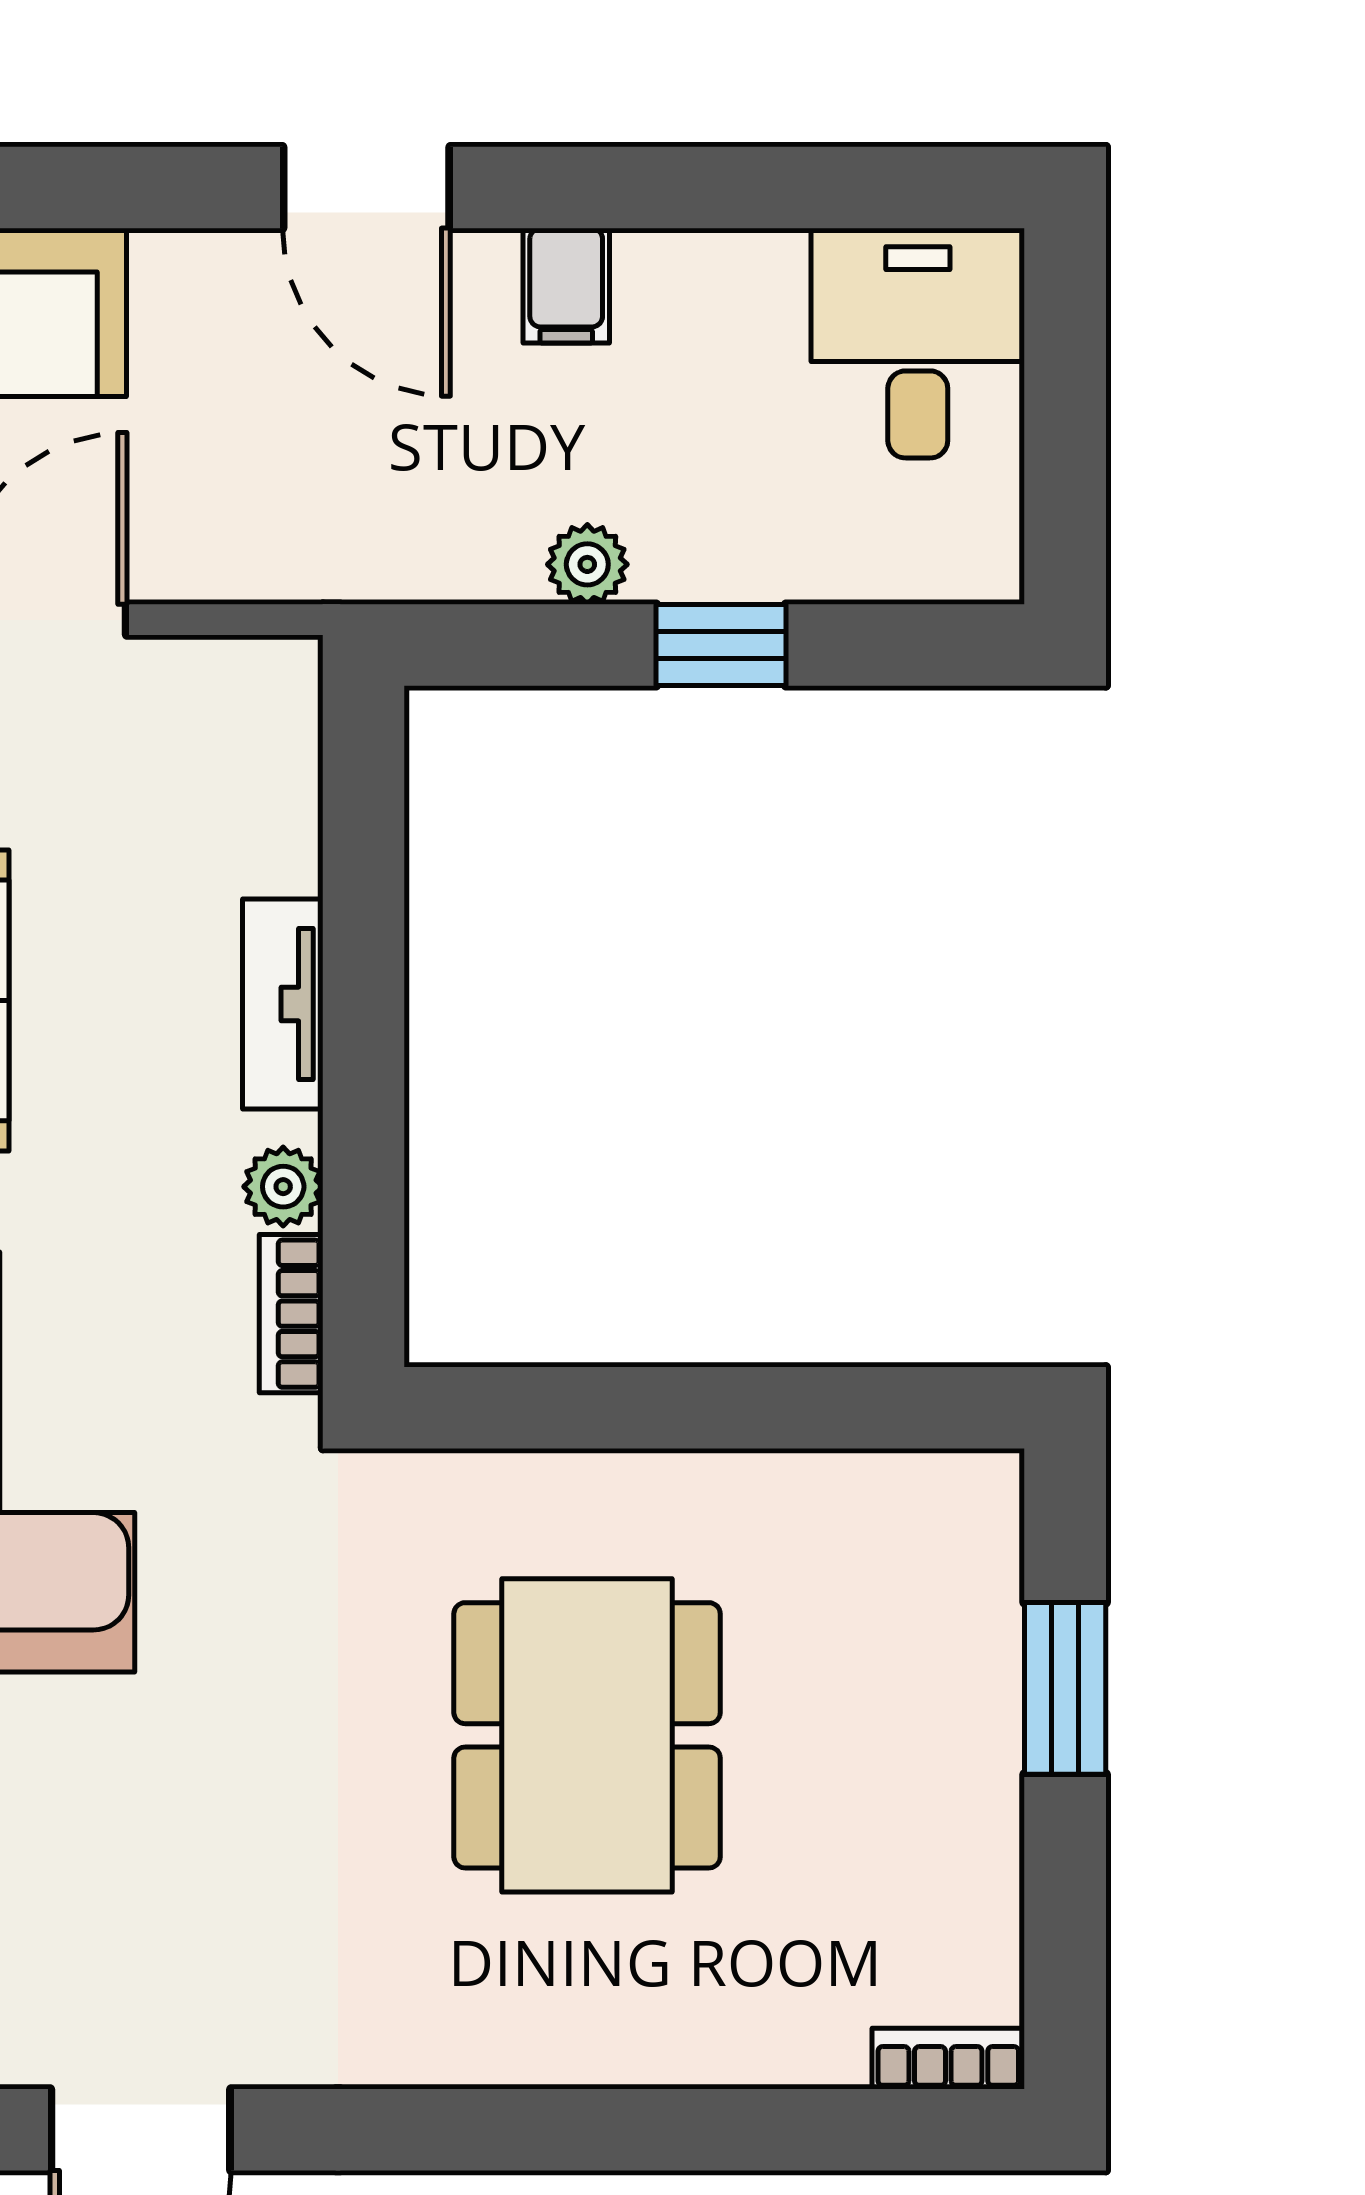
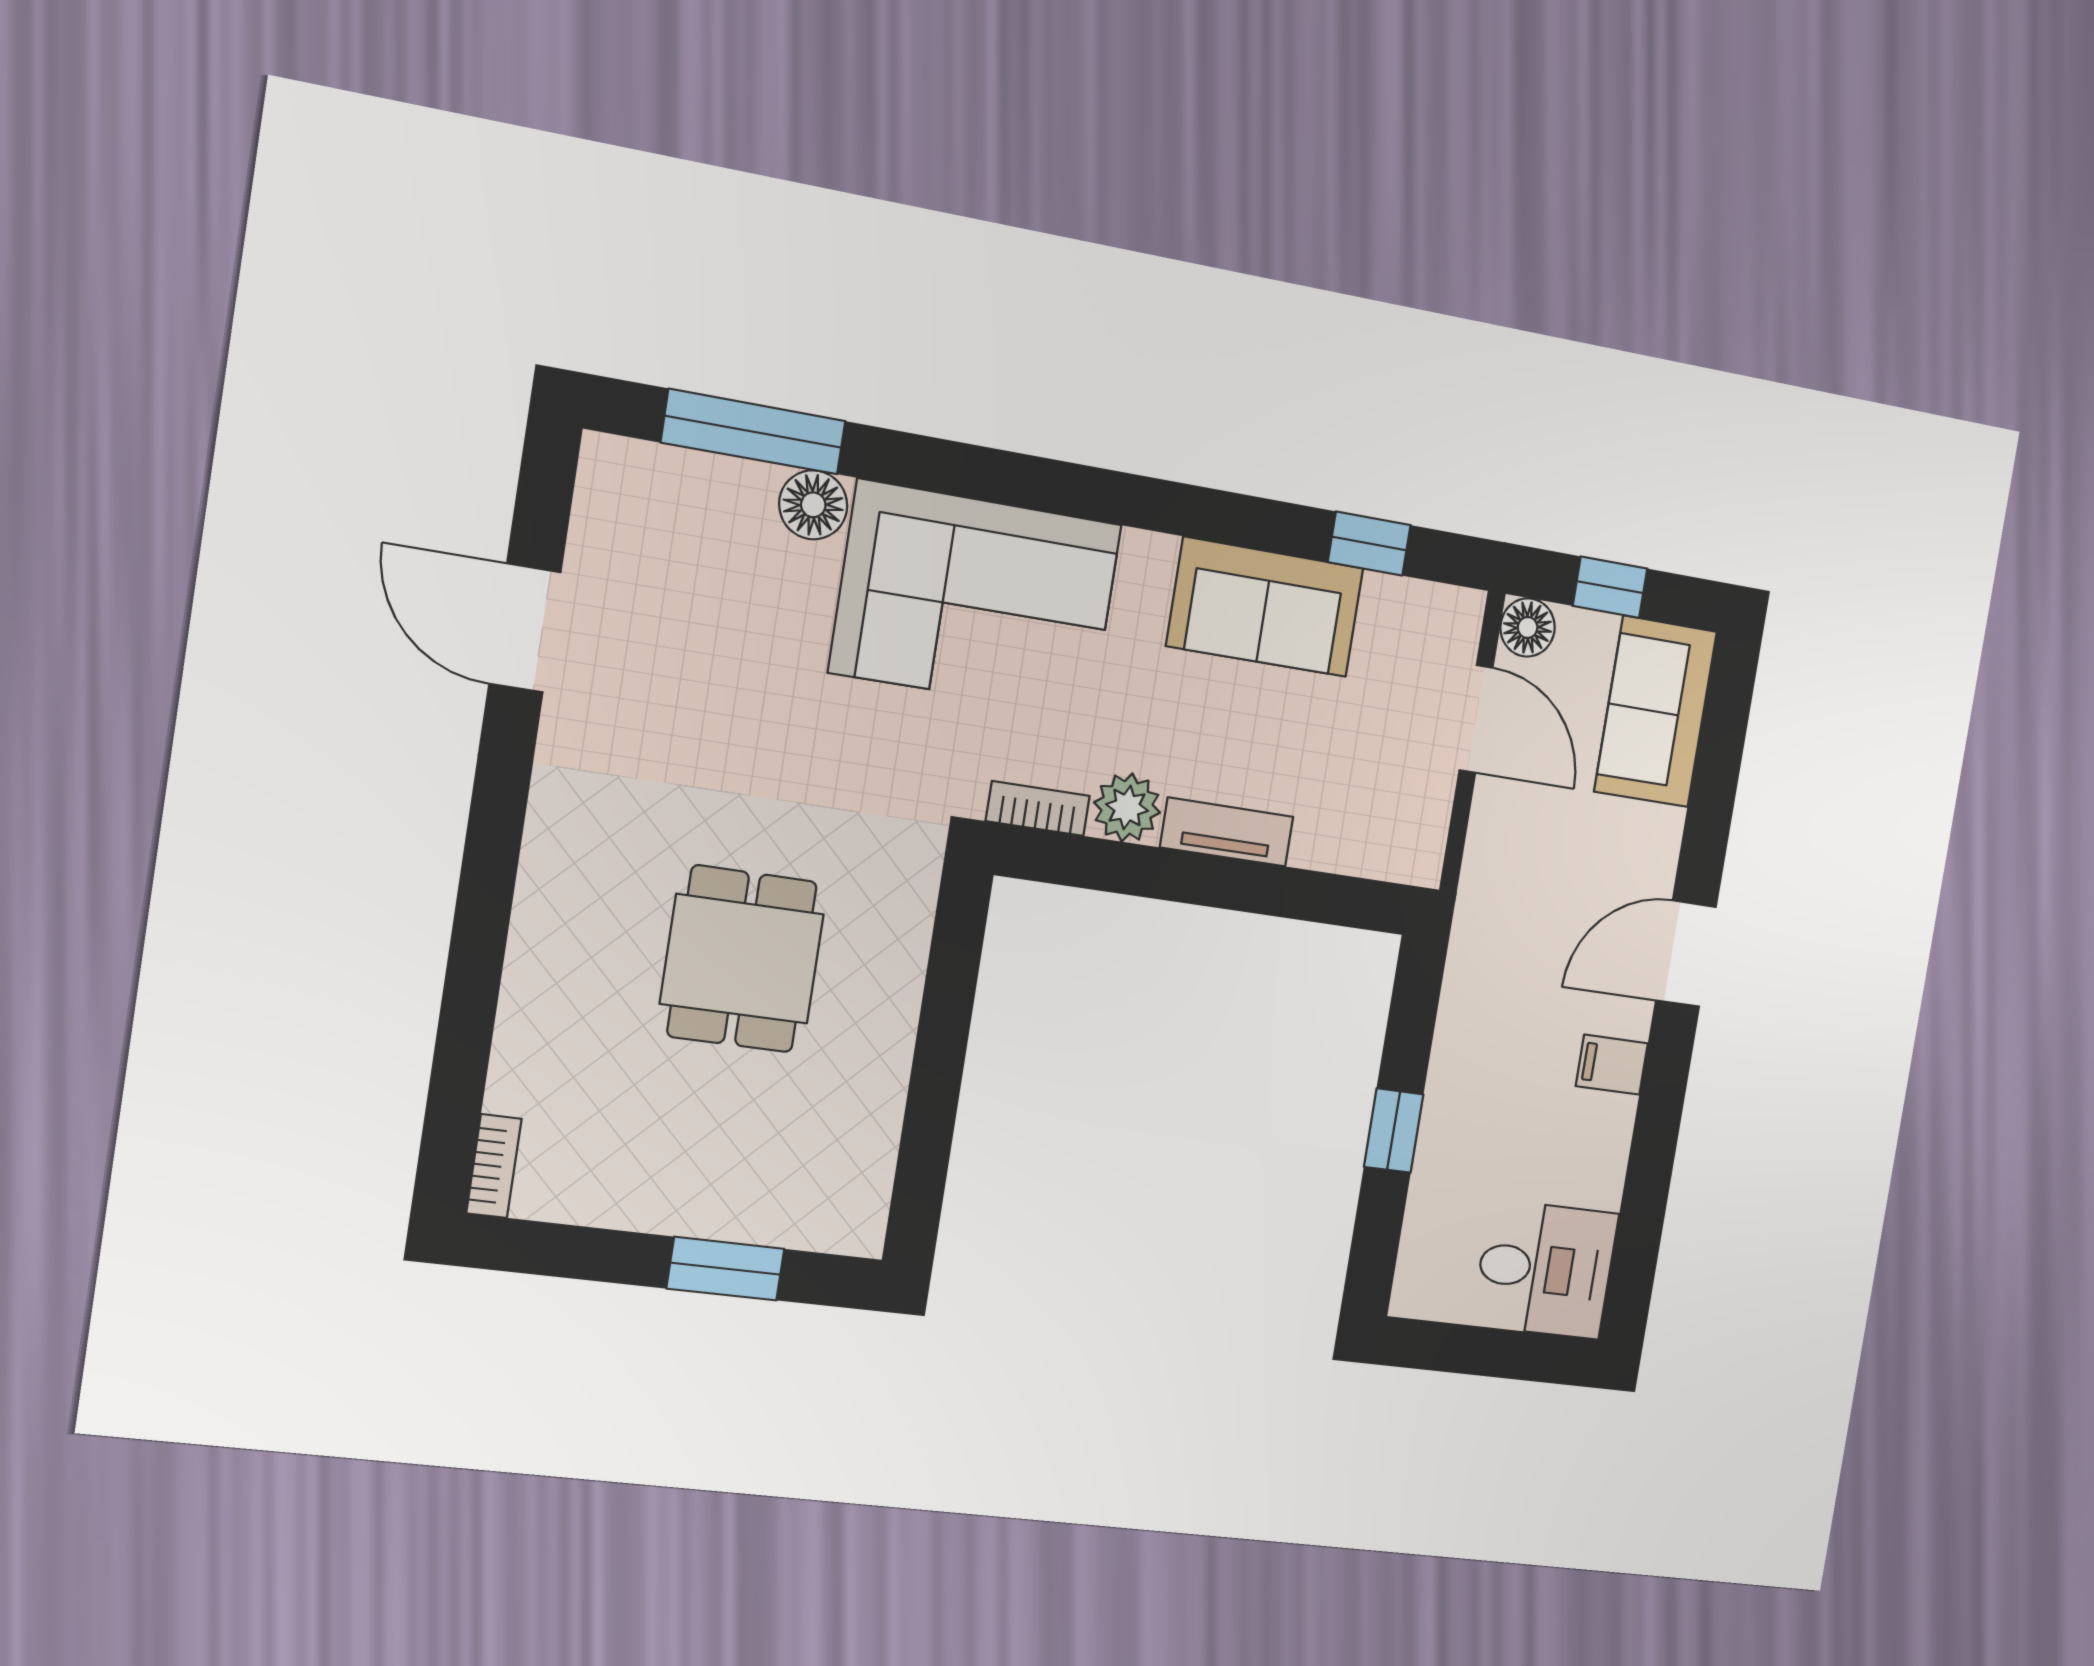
plant: (587, 564) -> (1453, 1056), removed
plant: (283, 1187) -> (1127, 808), width x1.38, depth x1.38
dining table: (587, 1735) -> (742, 959), width x0.73

